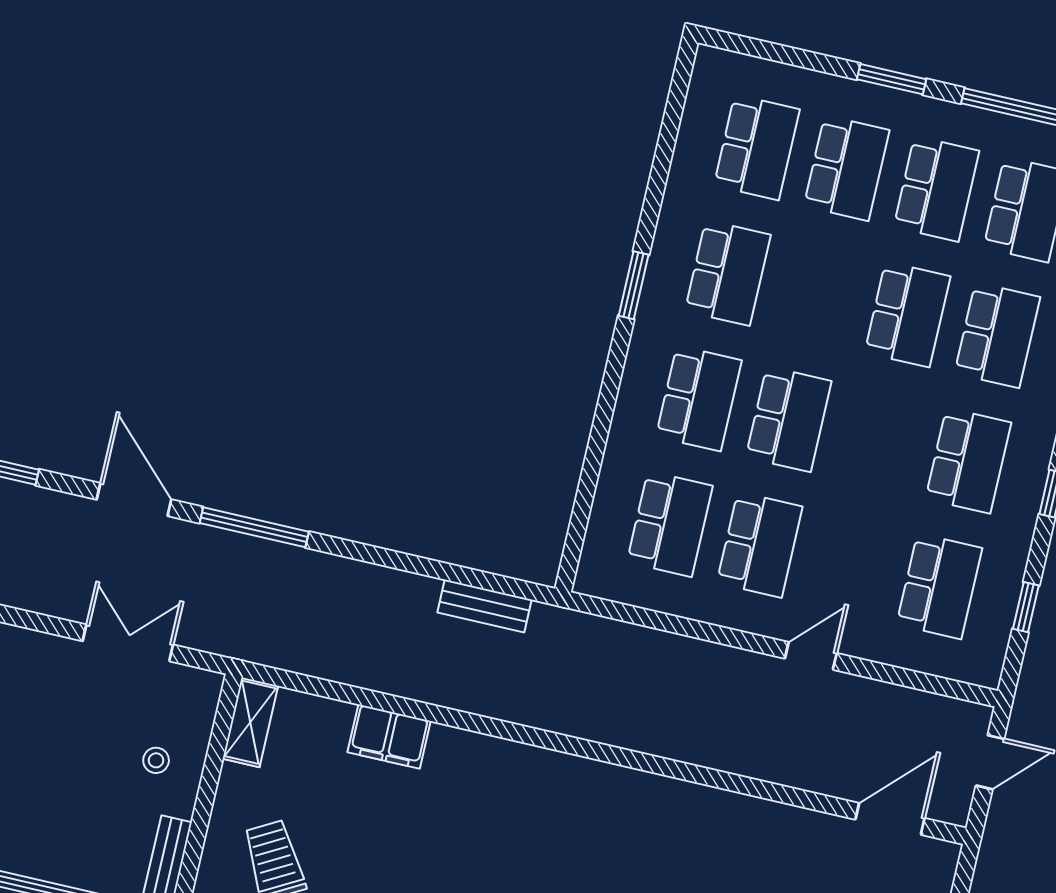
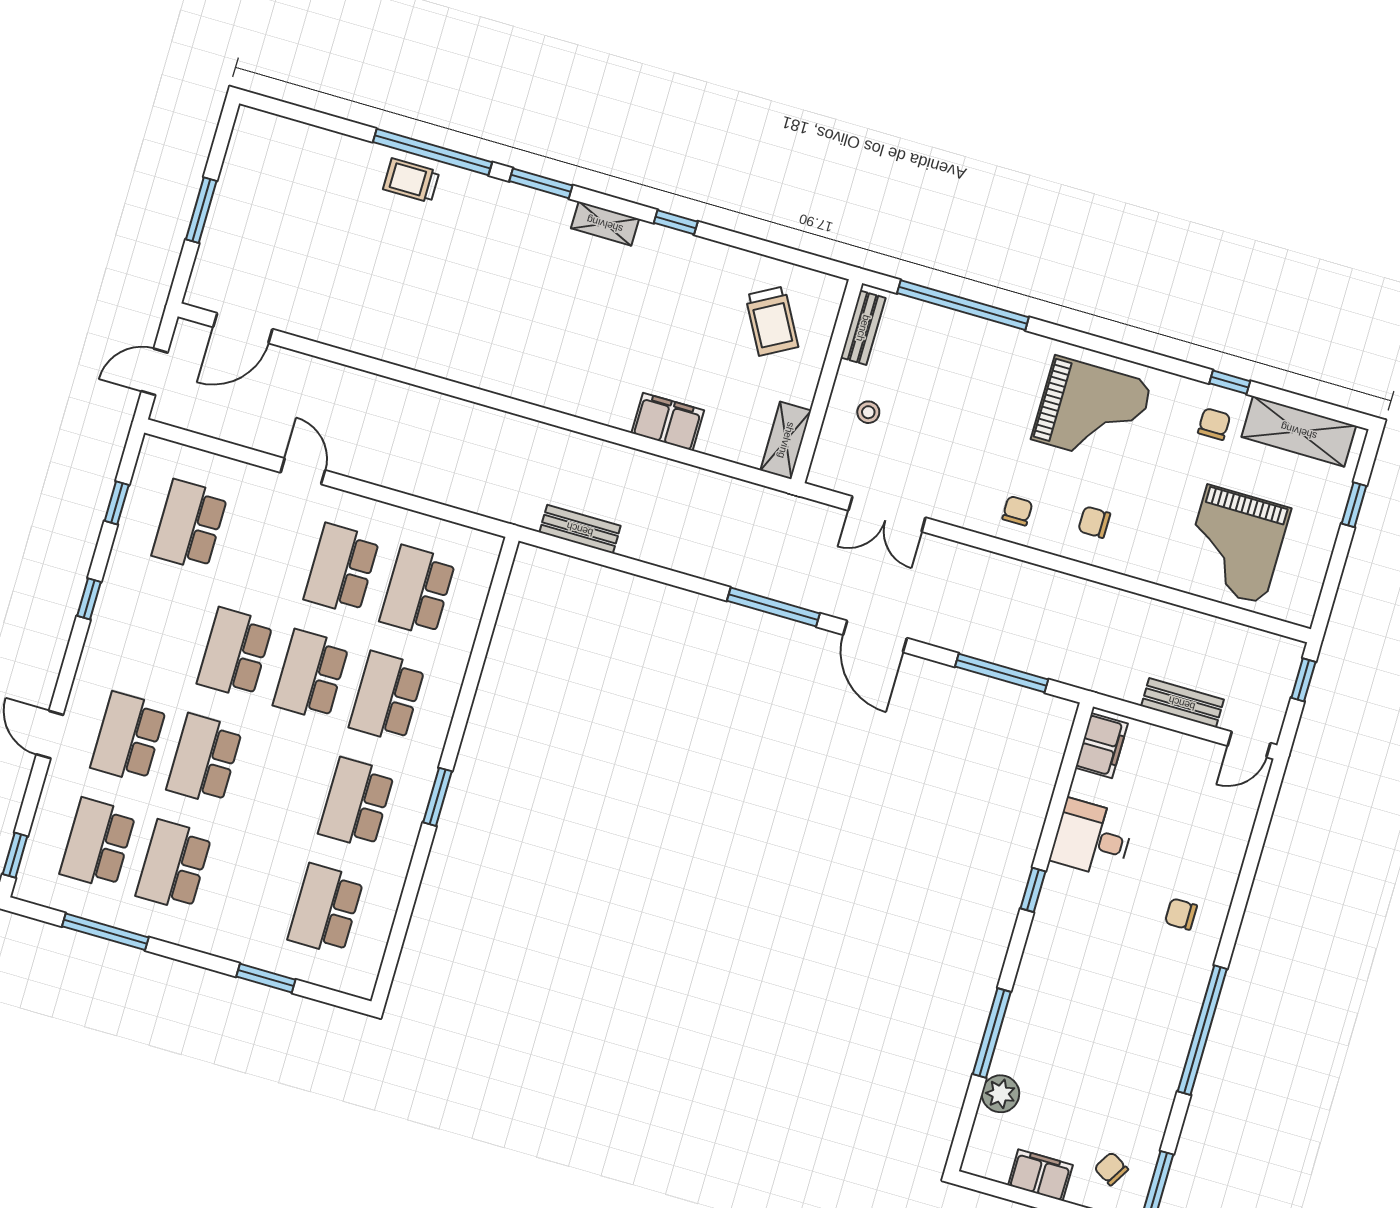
window: (892, 79) -> (266, 978), moved
school desk: (847, 168) -> (250, 887), removed
school desk: (968, 461) -> (235, 653), moved
door: (811, 656) -> (303, 471), swing flipped

